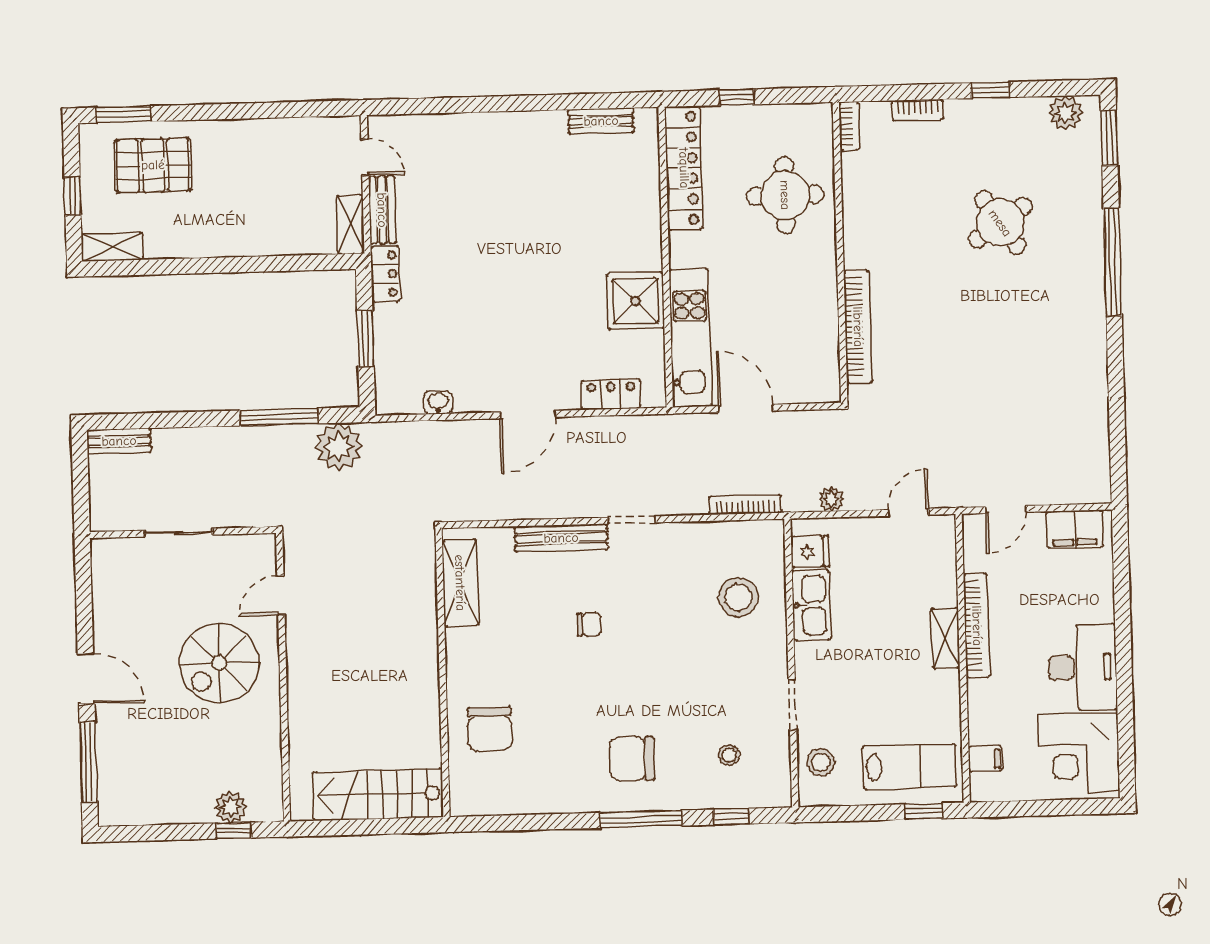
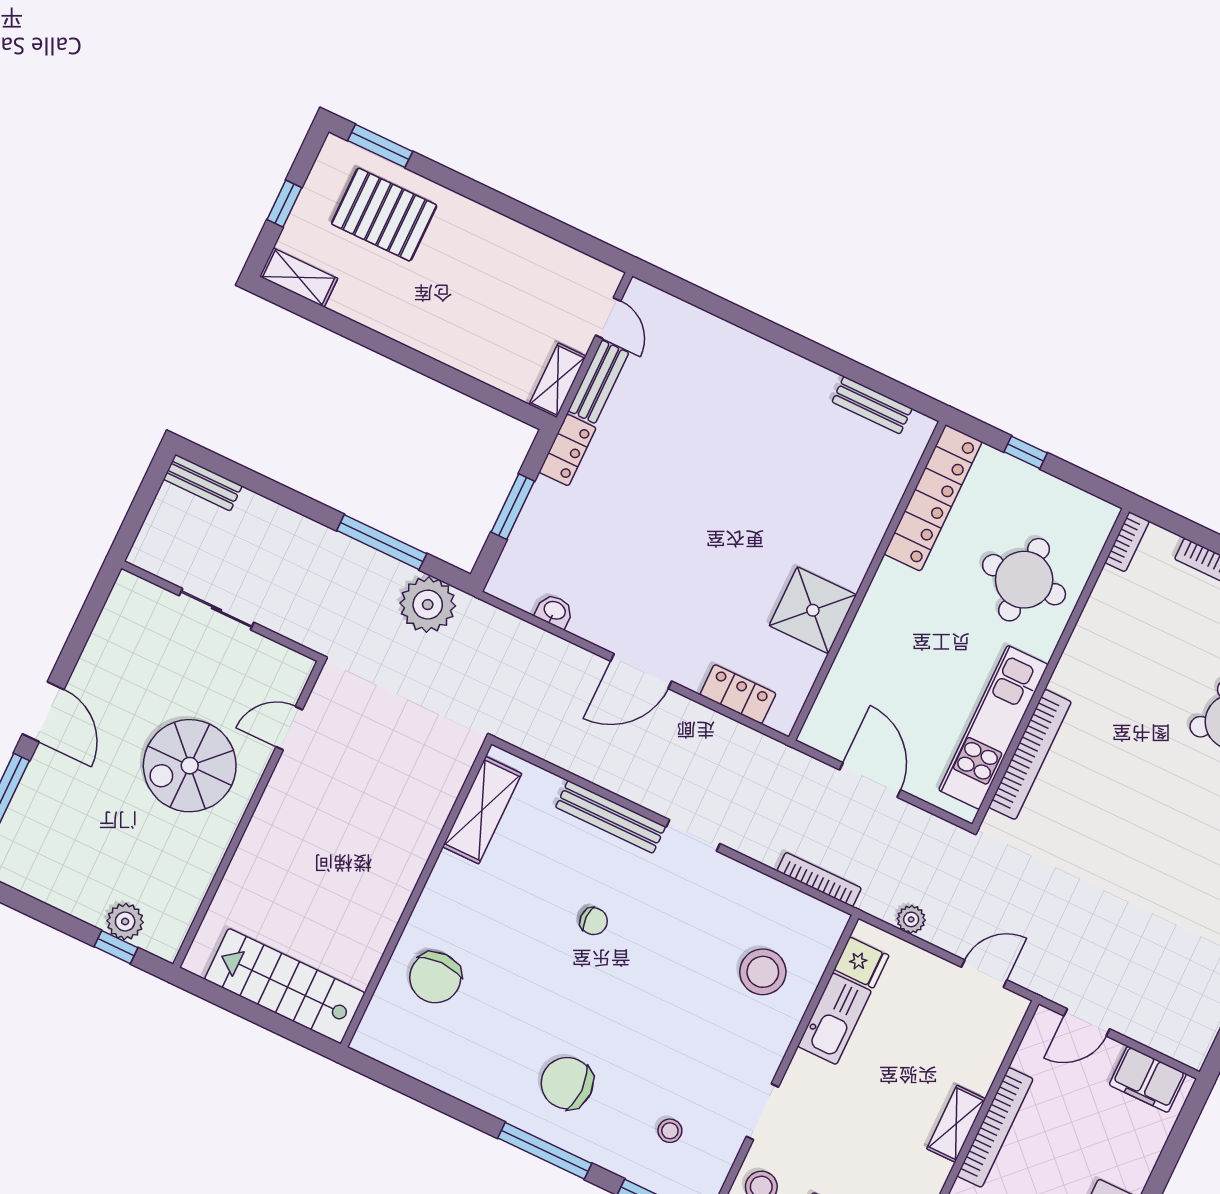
kitchen unit: (690, 338) -> (993, 727), moved, turned 180

